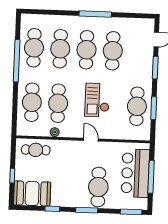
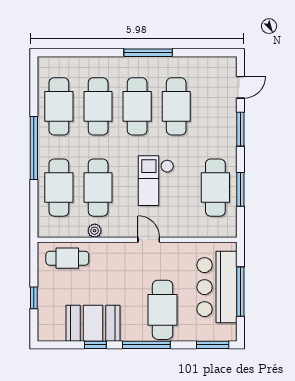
window: (17, 61) -> (34, 148), moved
booth: (32, 193) -> (93, 323), moved
window: (87, 210) -> (146, 345), width x1.44

